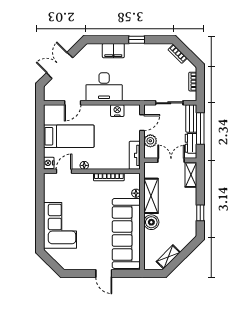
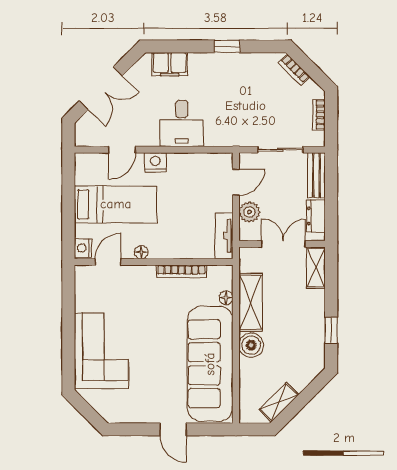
filing cabinet: (113, 51) -> (170, 64), moved
double door: (60, 65) -> (101, 88), swing flipped
desk: (104, 87) -> (182, 123), width x0.73
nightstand: (117, 111) -> (155, 162), moved
window: (200, 128) -> (331, 192), removed

